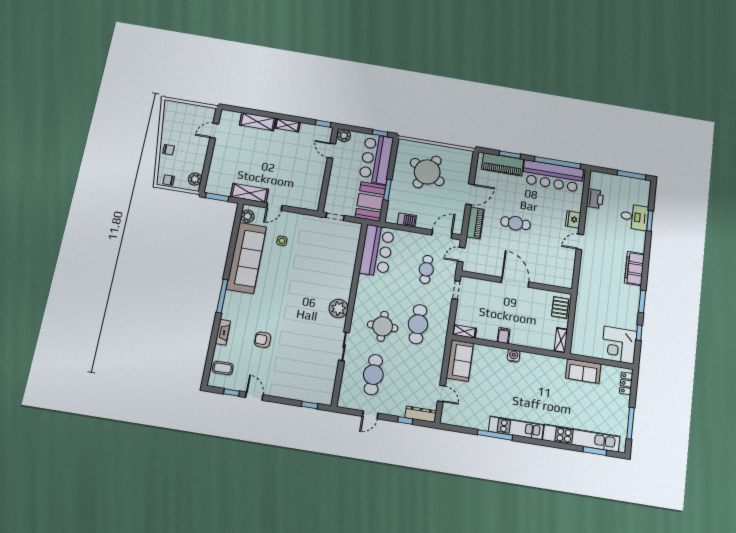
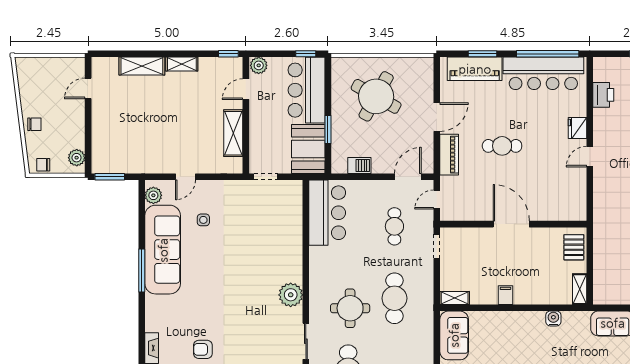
door: (331, 151) -> (246, 89), hinge flipped
shelving: (249, 193) -> (233, 133), moved, turned 90
window: (222, 296) -> (142, 271), moved
water cooler: (514, 356) -> (553, 318), moved

